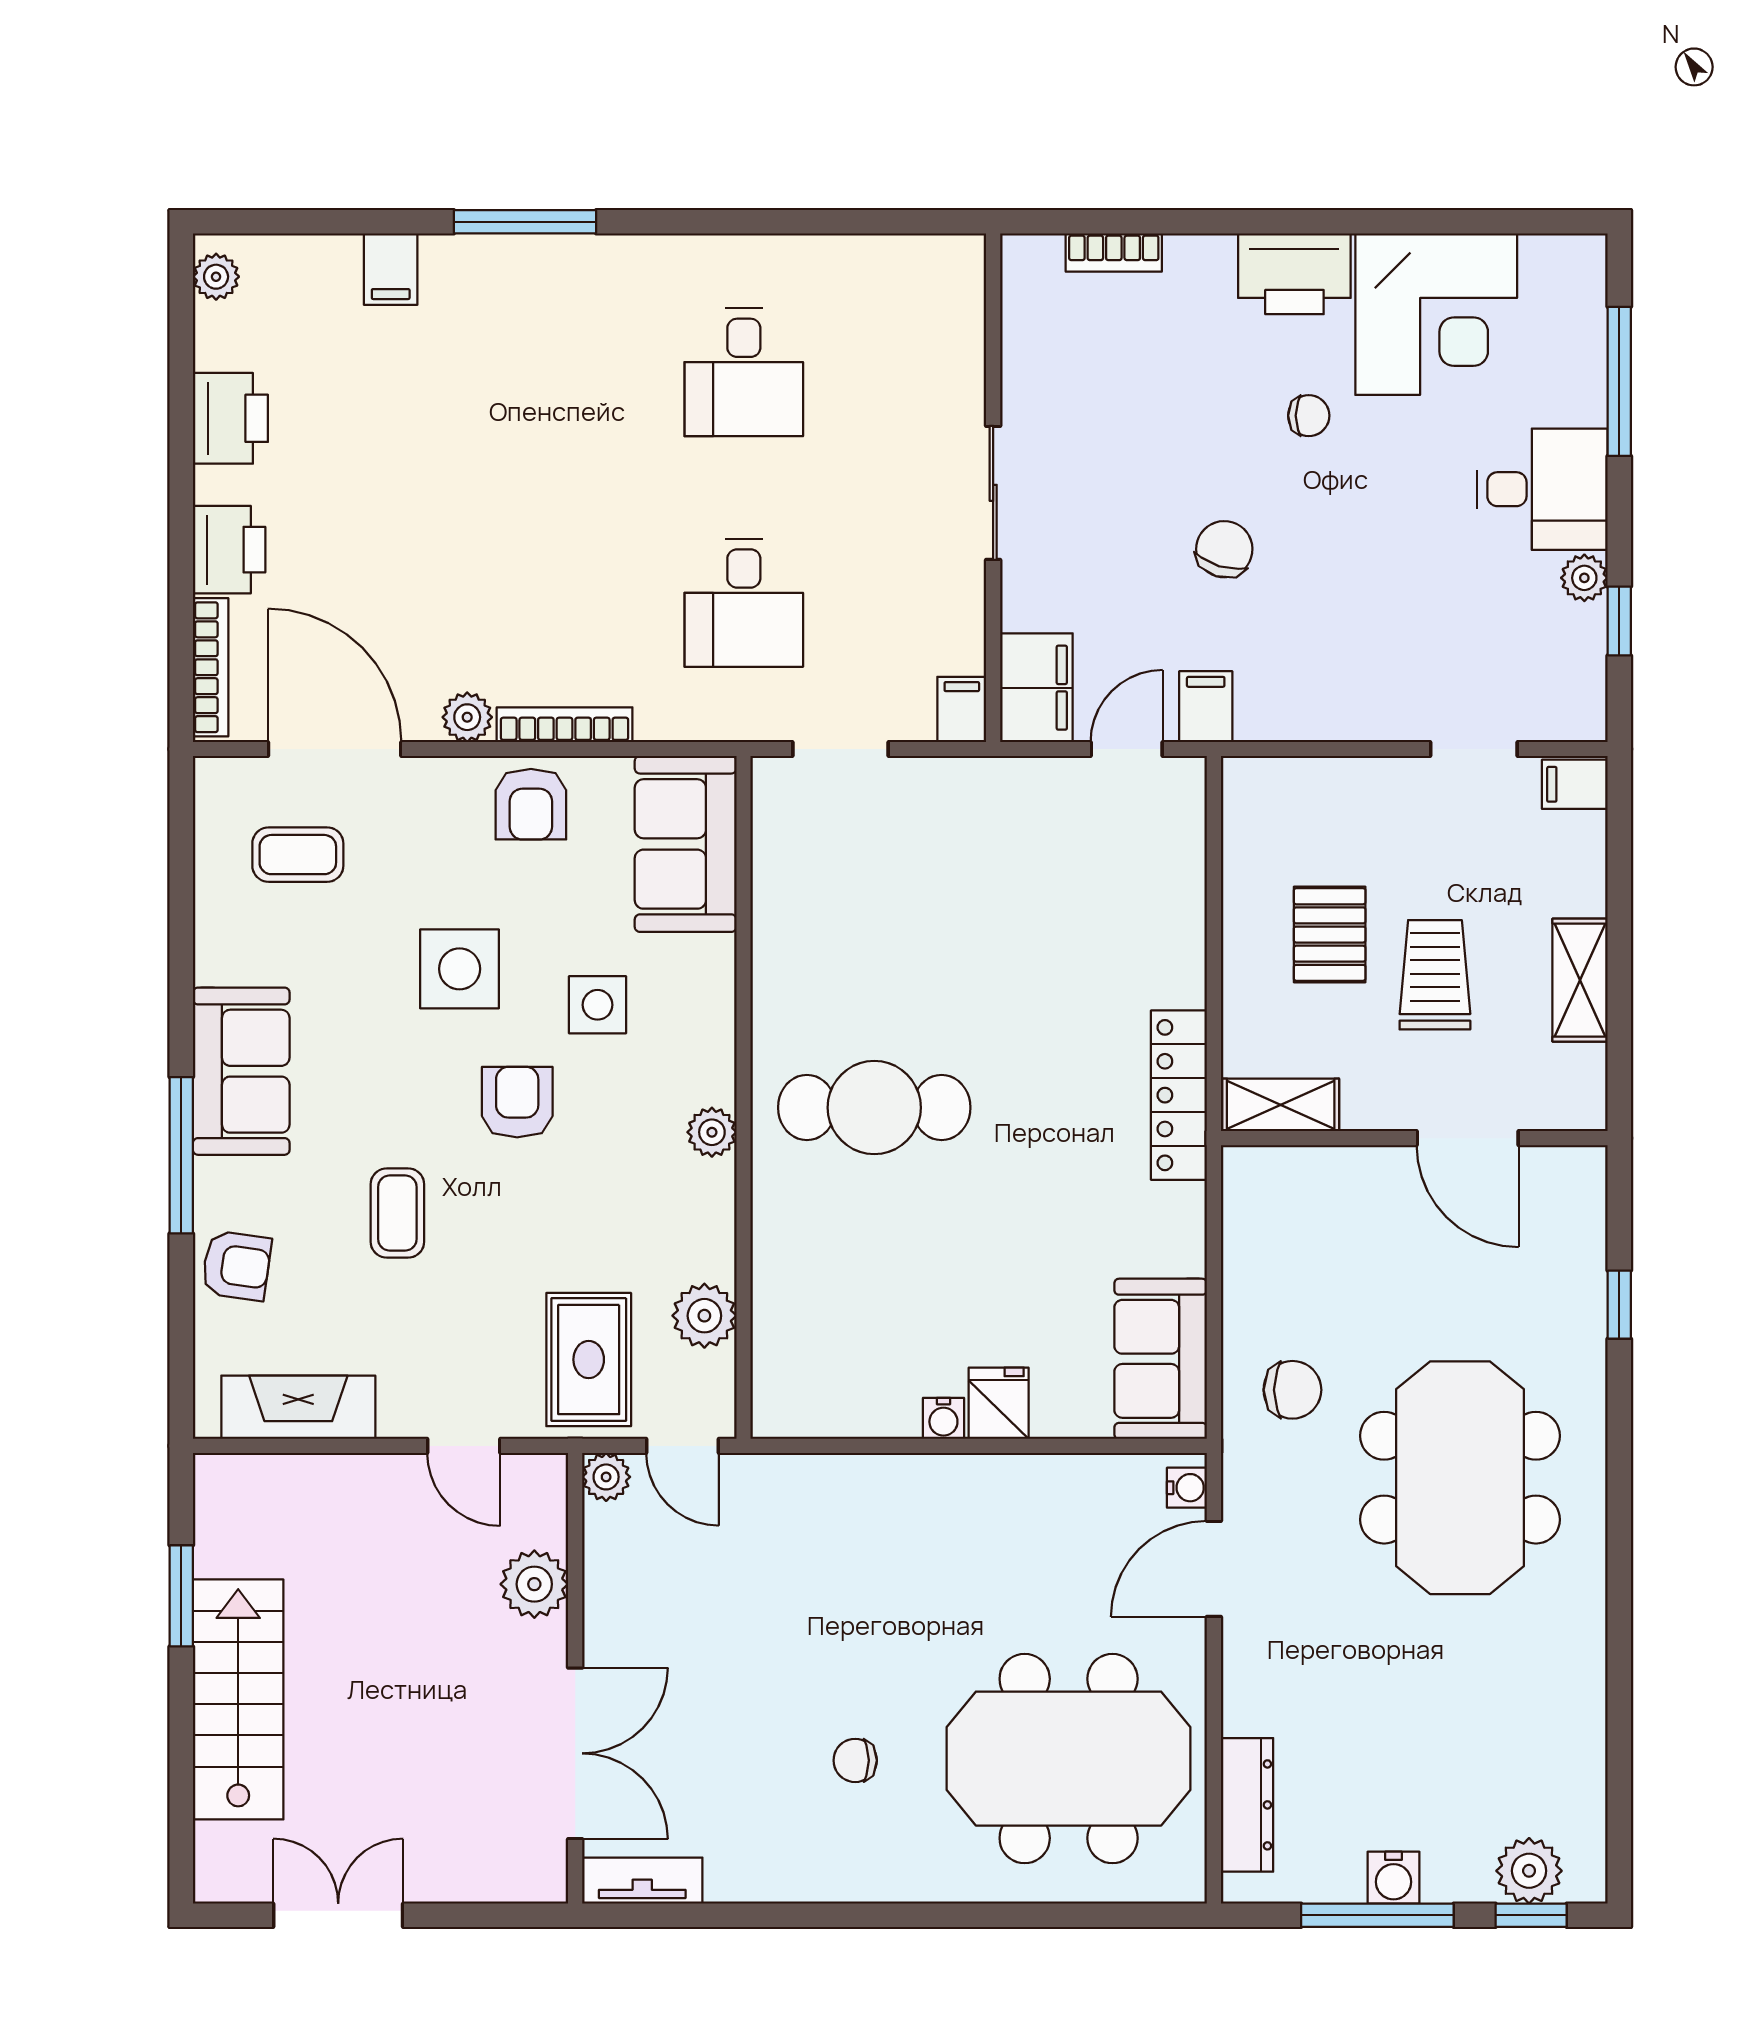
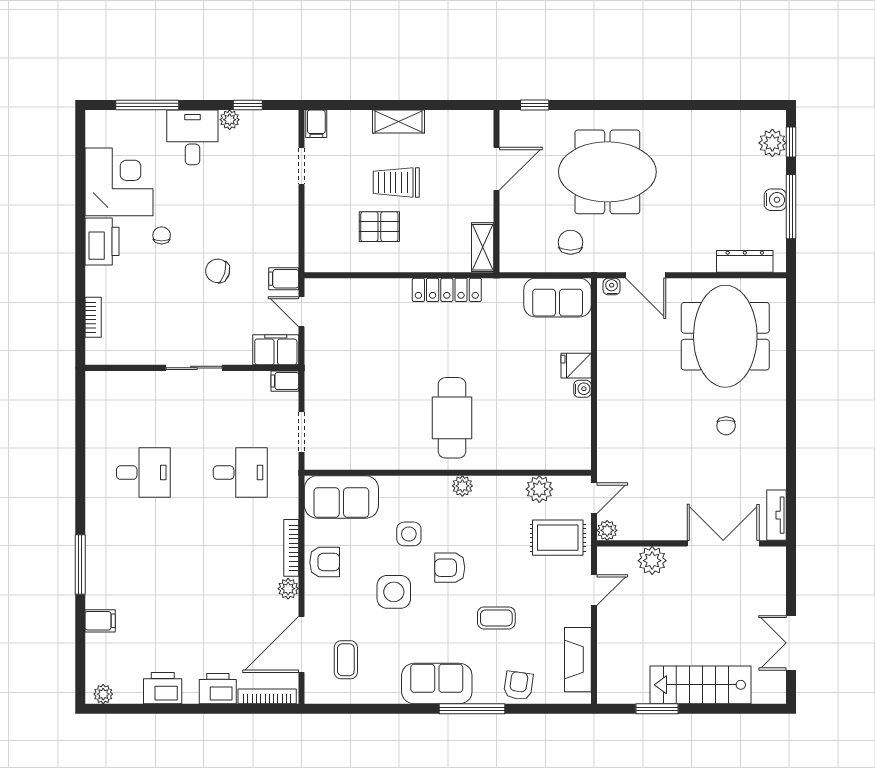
shelving: (1281, 1105) -> (483, 247), moved
wall: (1414, 1138) -> (497, 191), moved
door: (1468, 1138) -> (497, 169), moved

